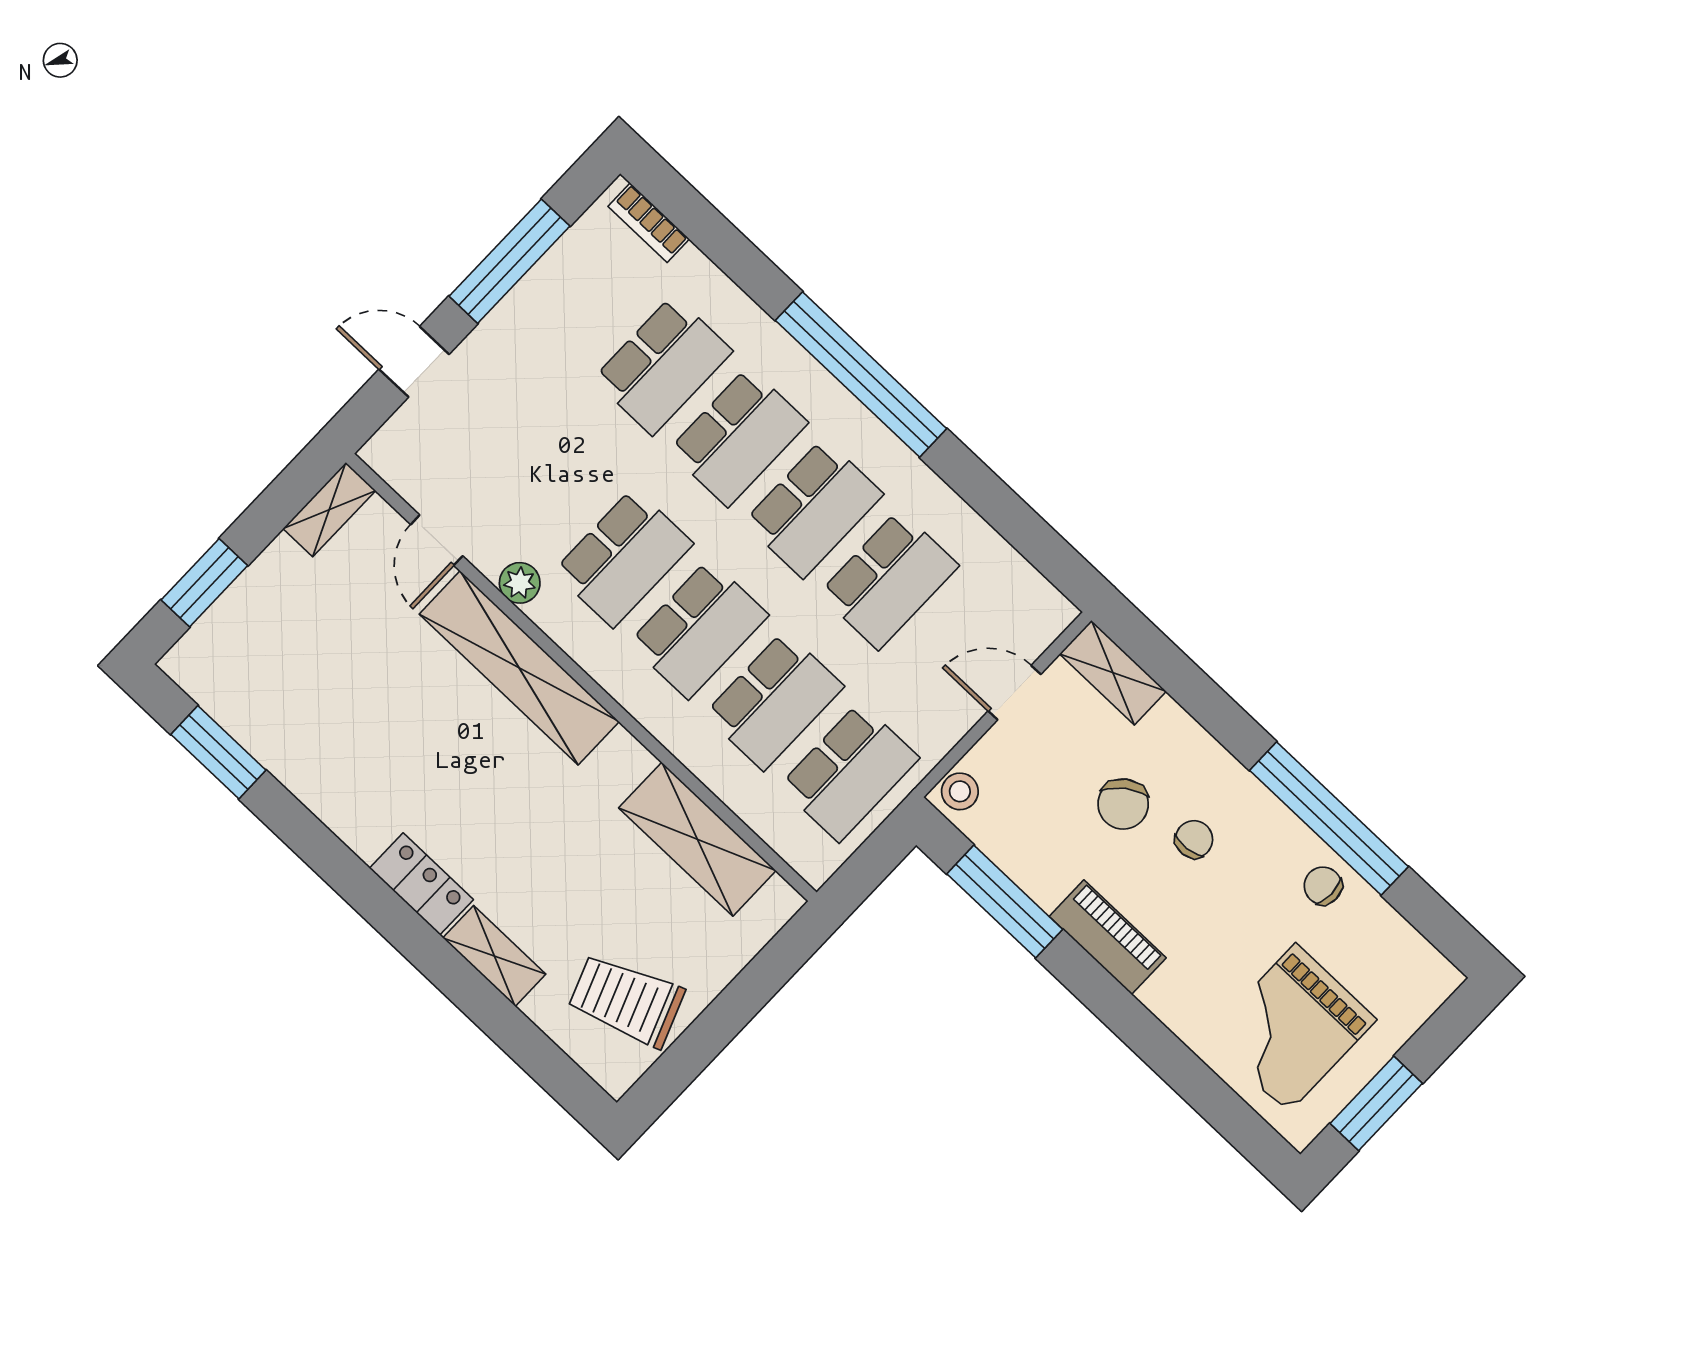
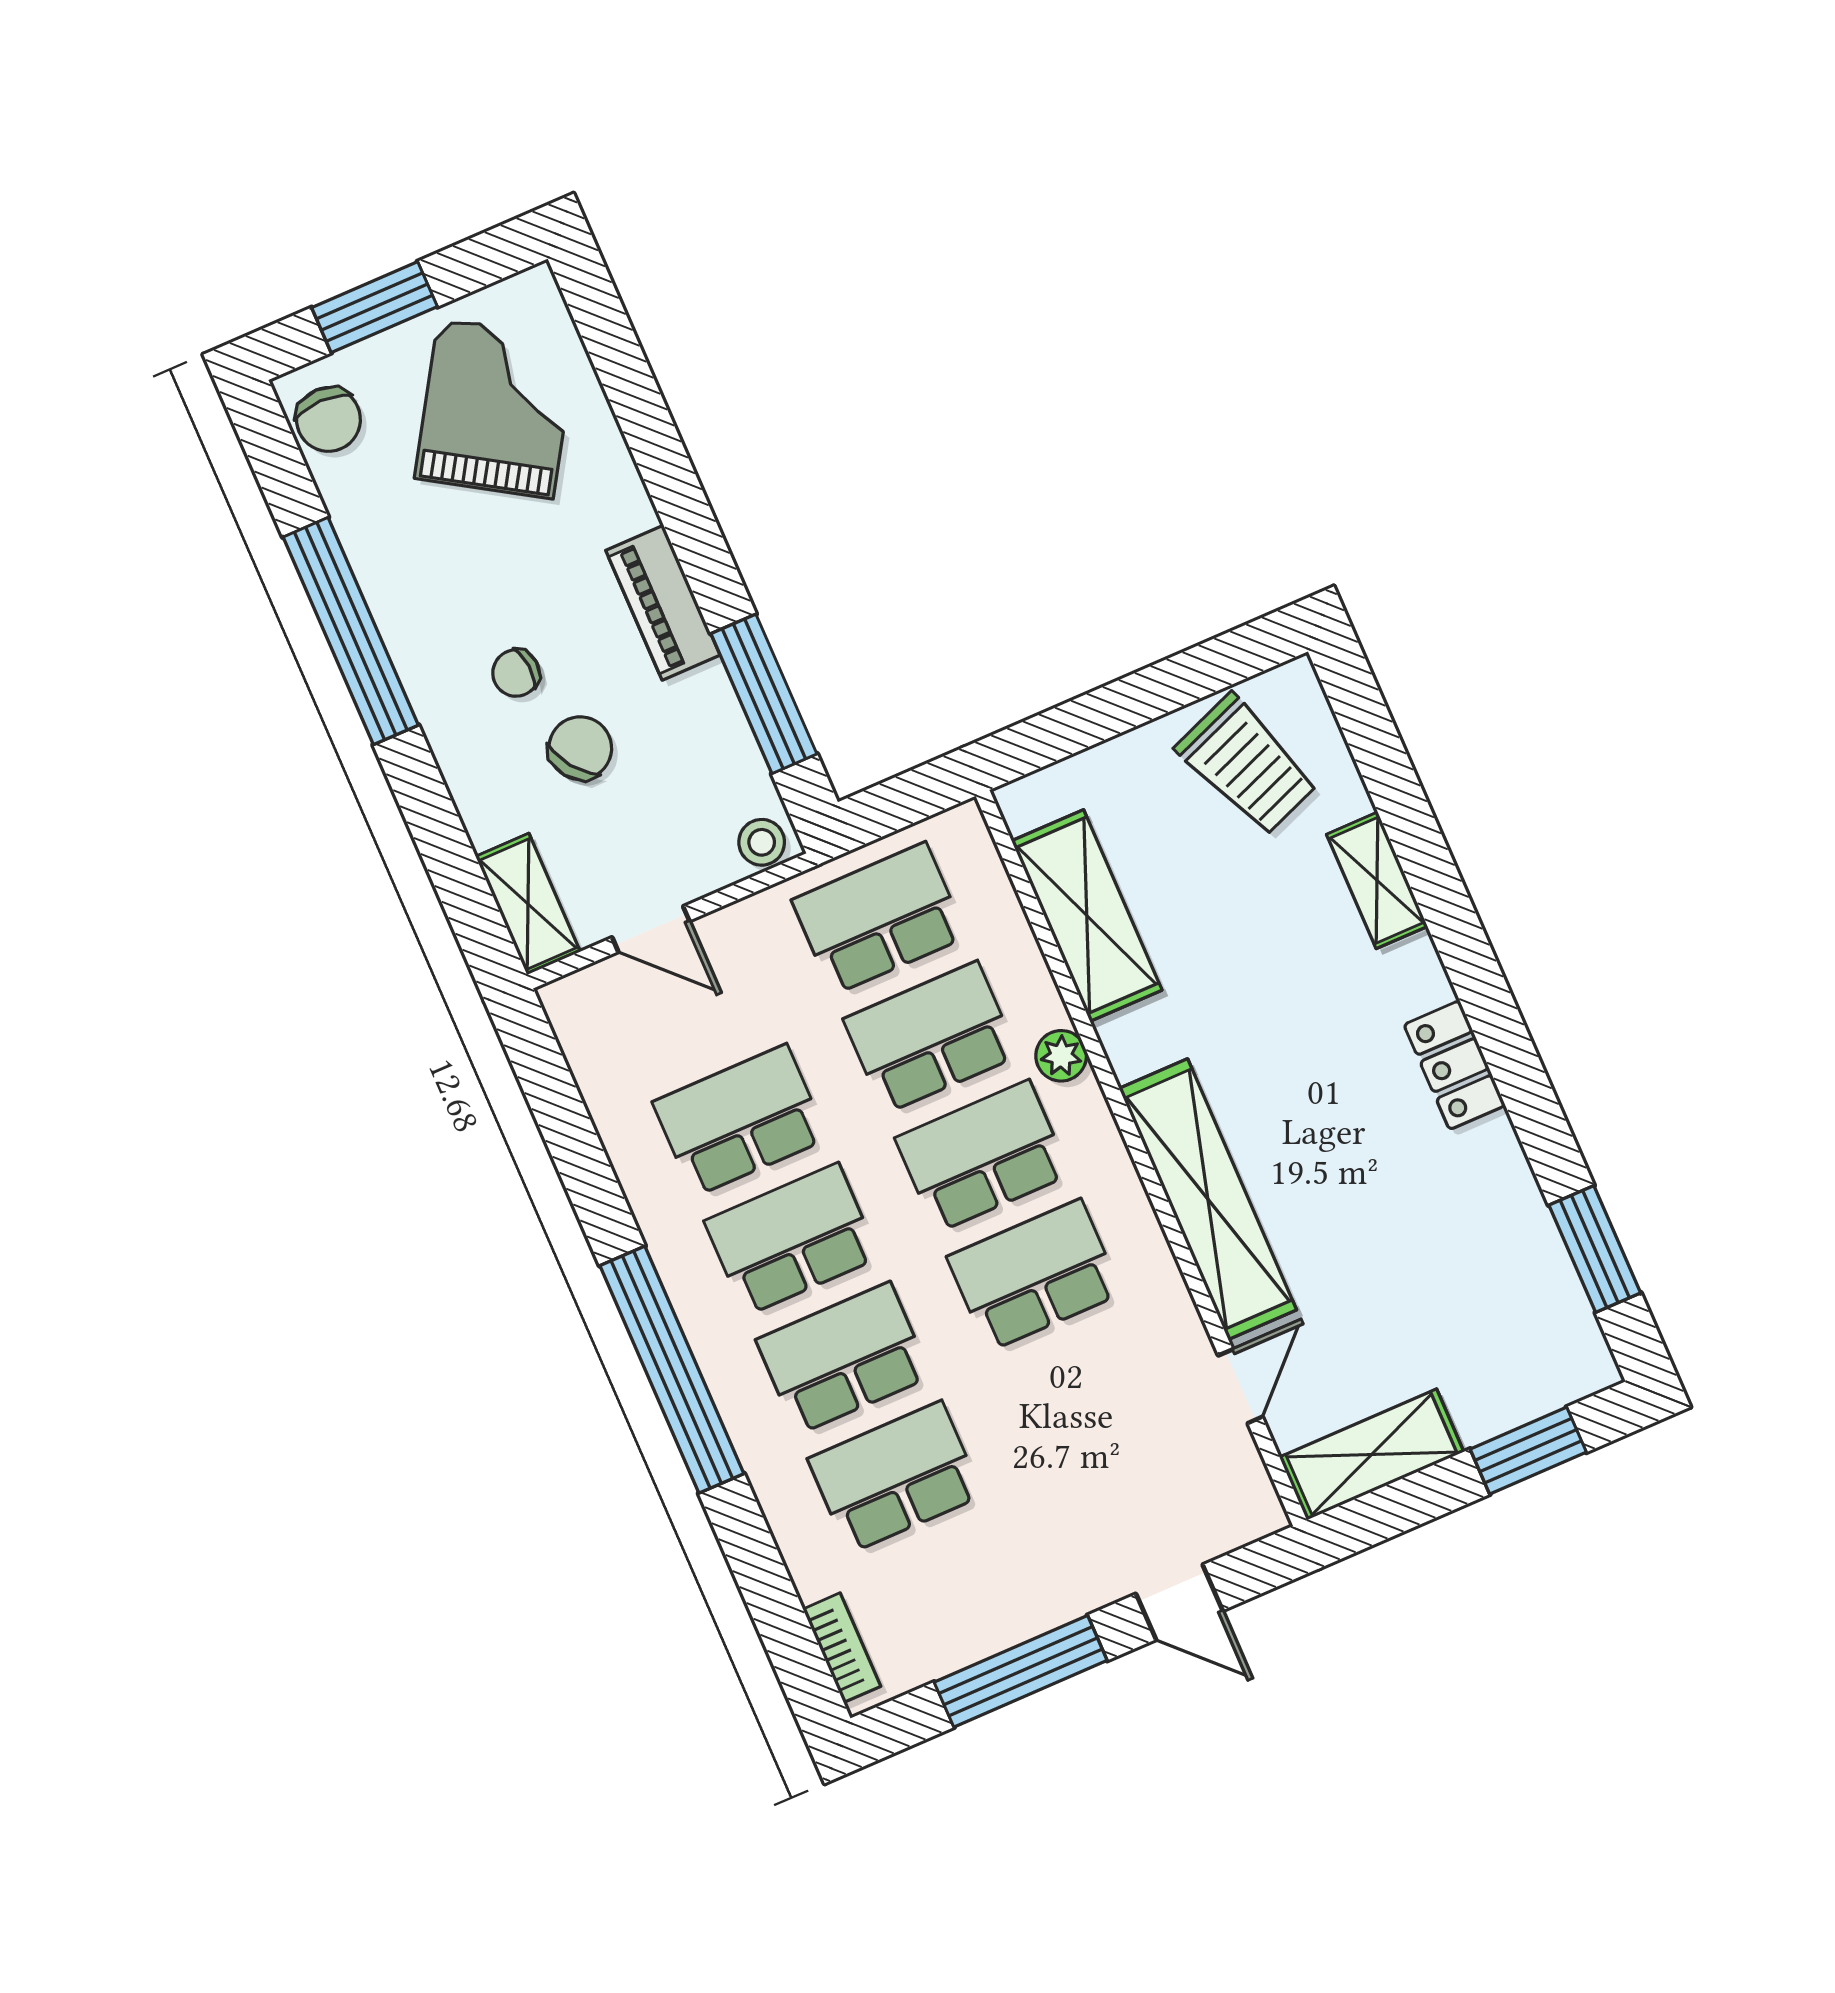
shelving: (329, 510) -> (1372, 1454), width x1.50, depth x1.33
plant: (520, 583) -> (1061, 1056), moved
locker: (421, 884) -> (1455, 1065), moved
chair: (1323, 886) -> (328, 419), moved, width x1.37, depth x1.37
grand piano: (1292, 1028) -> (496, 408), turned -58
window: (1376, 1103) -> (374, 307), moved

